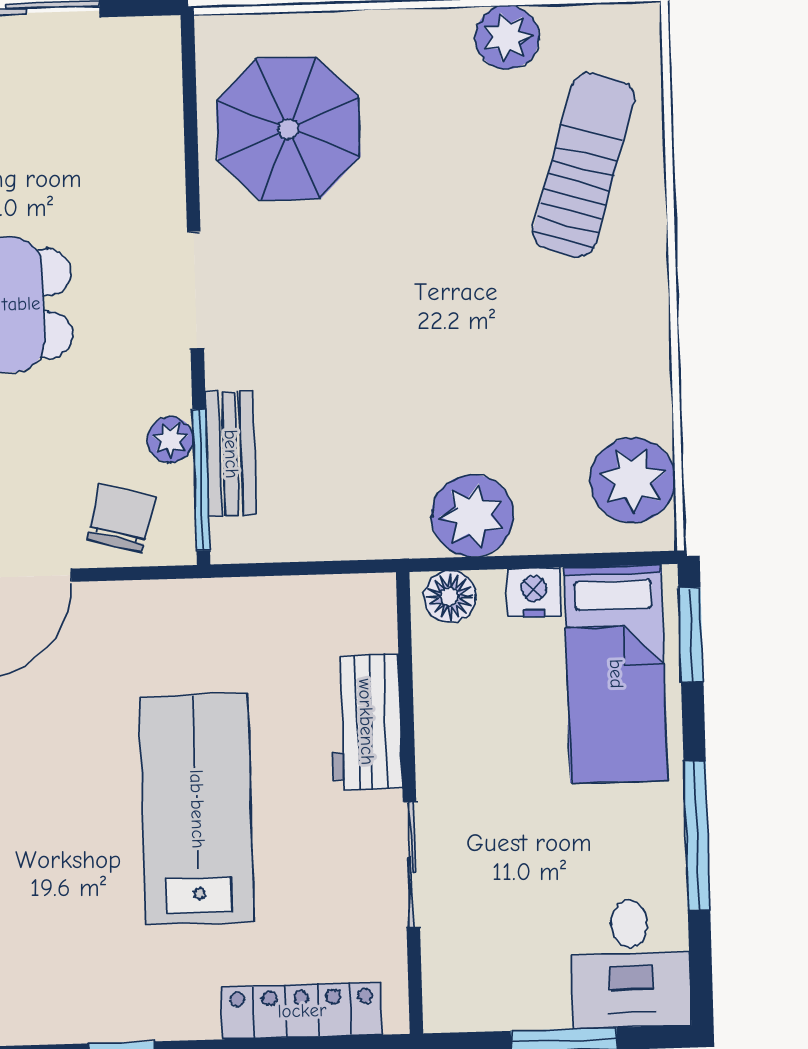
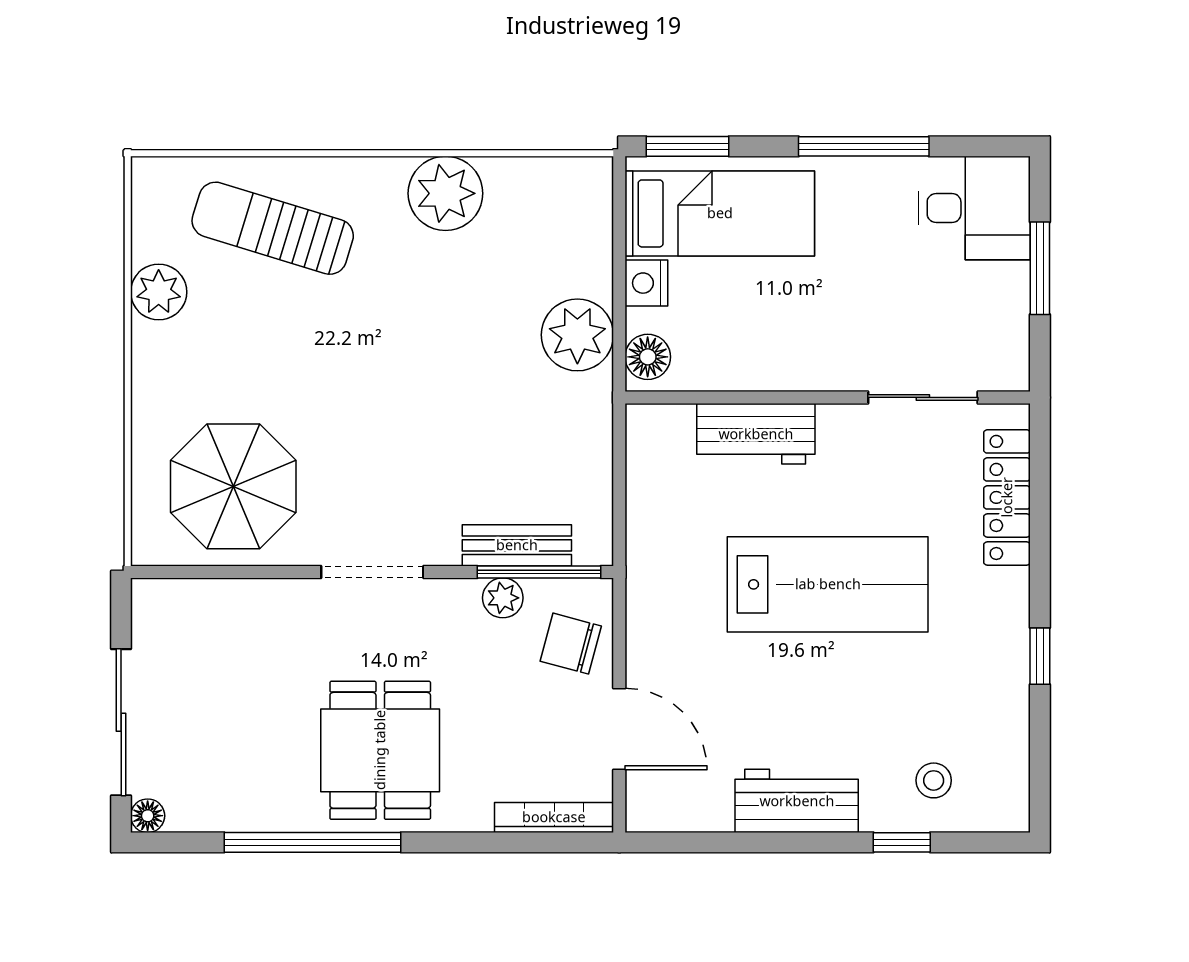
plant: (633, 480) -> (445, 193), moved
lab bench: (197, 809) -> (828, 584), turned 180
sliding door: (411, 864) -> (923, 397), moved

